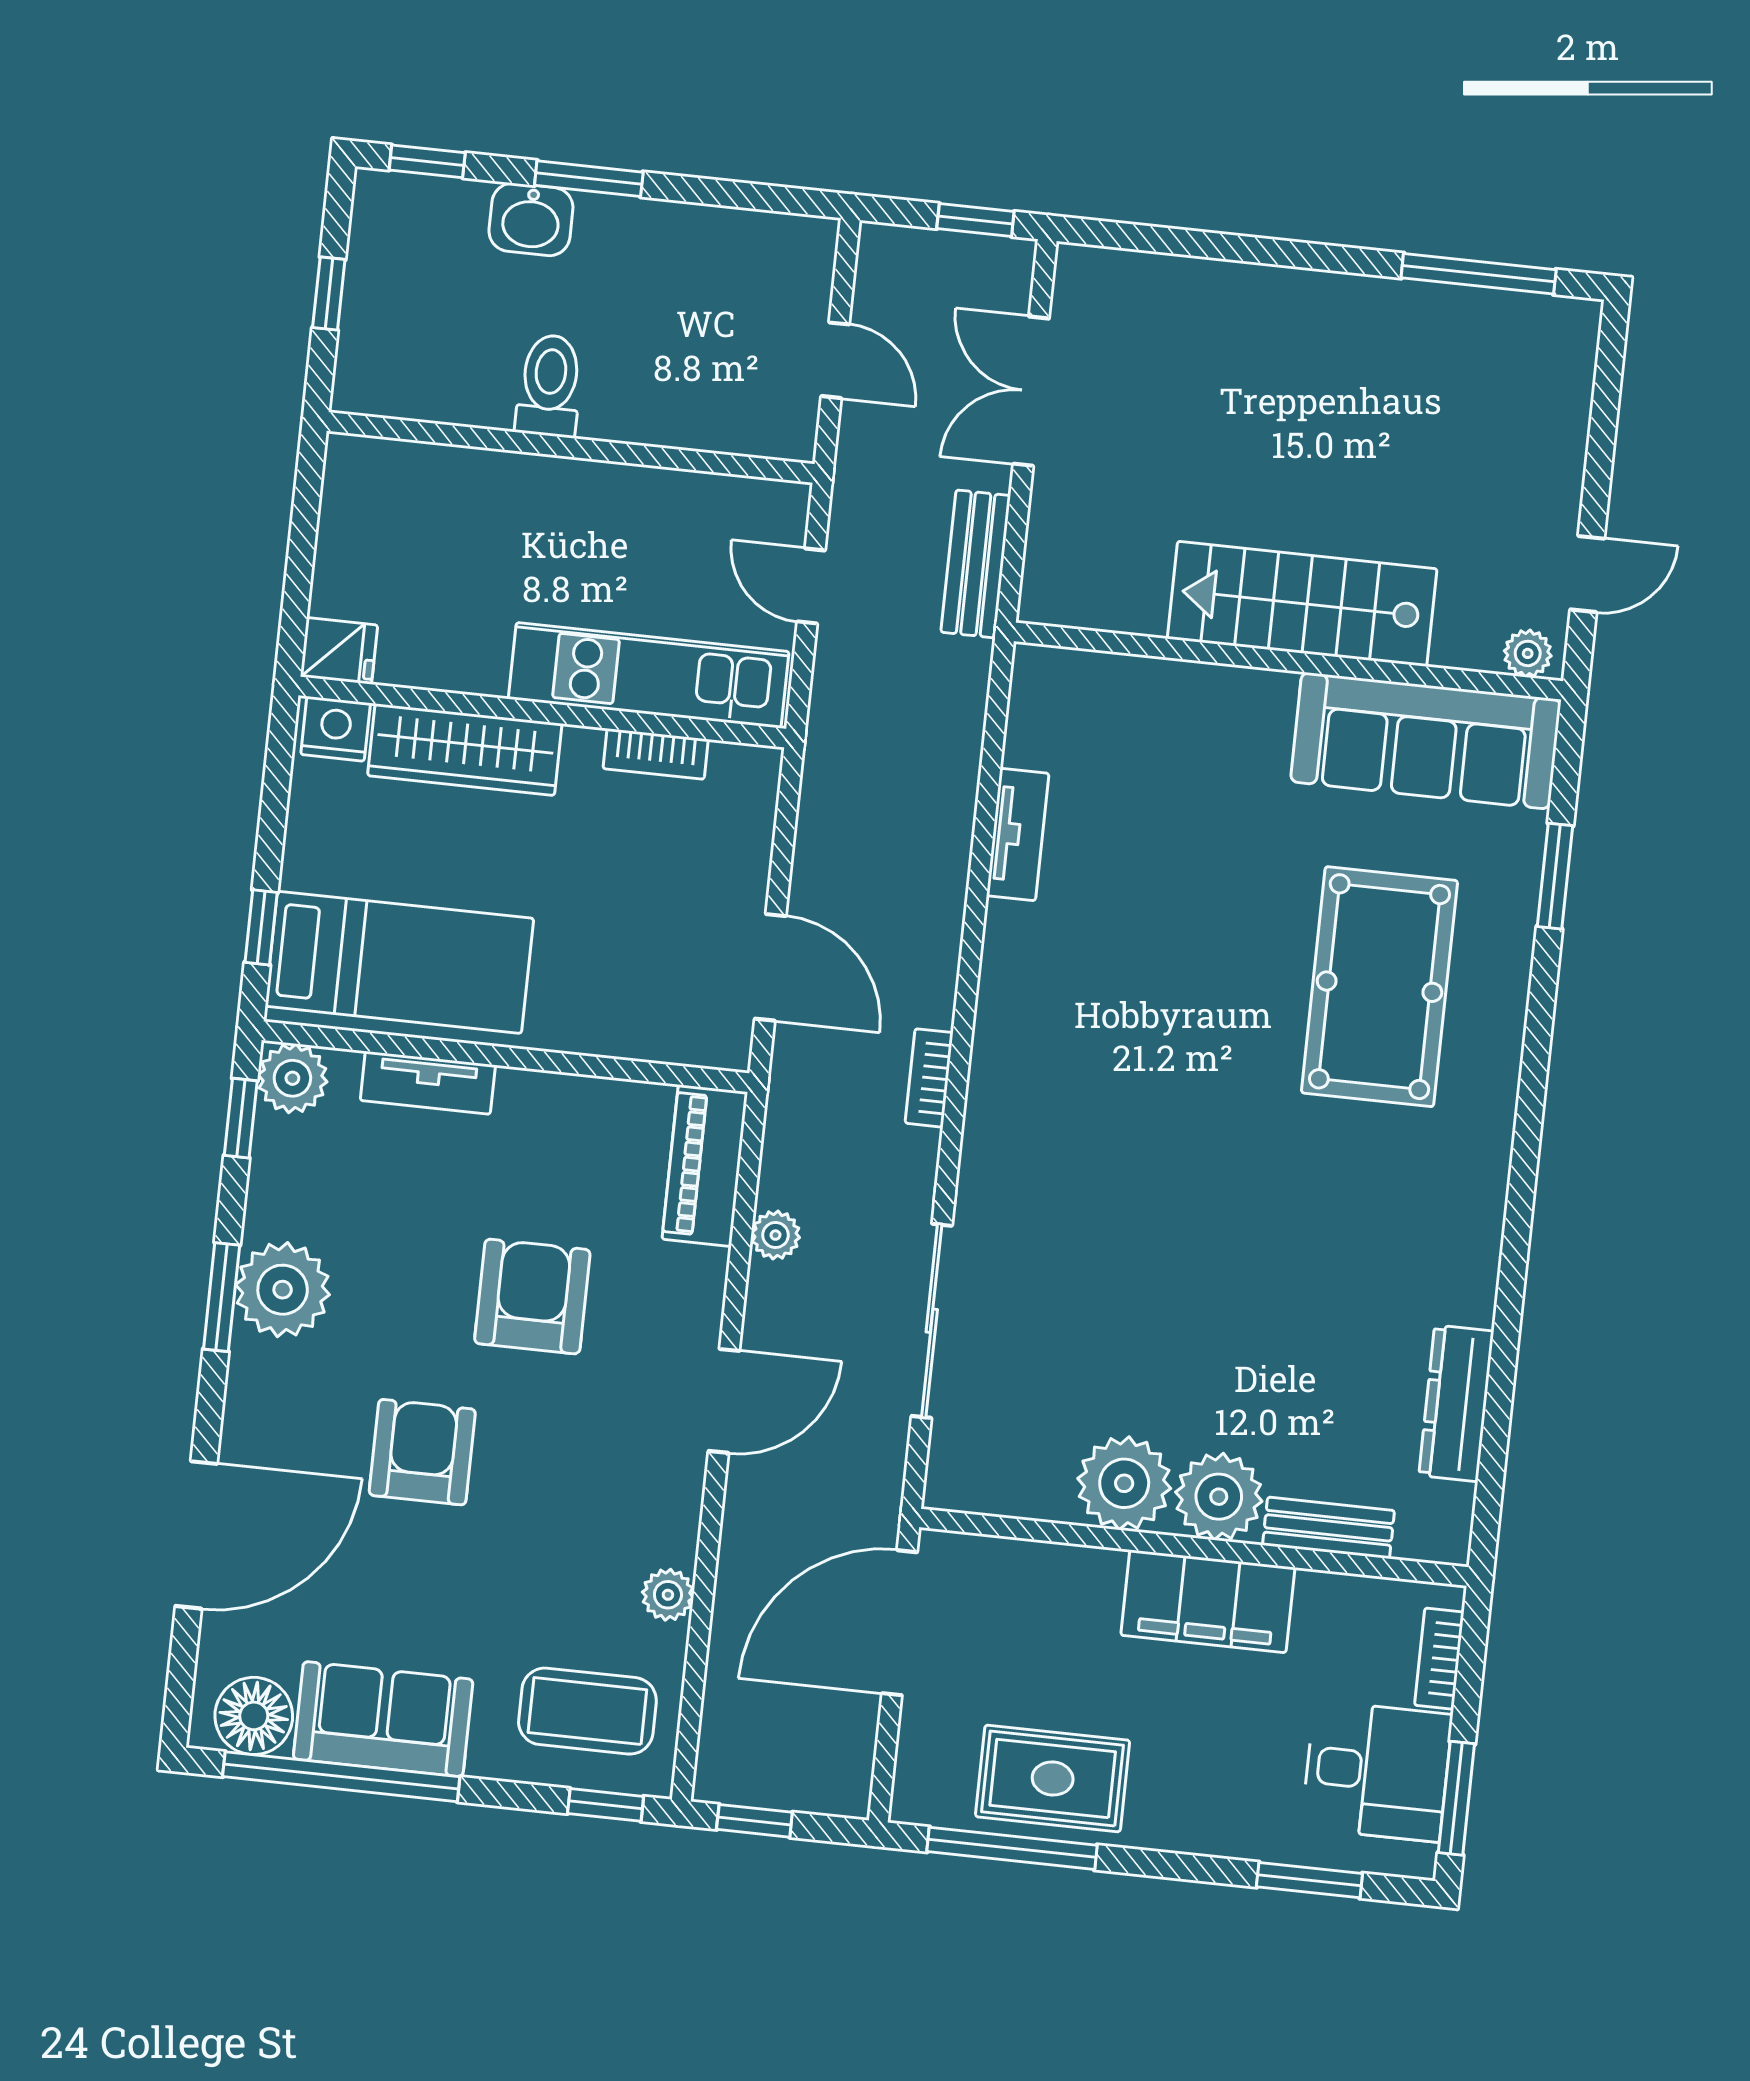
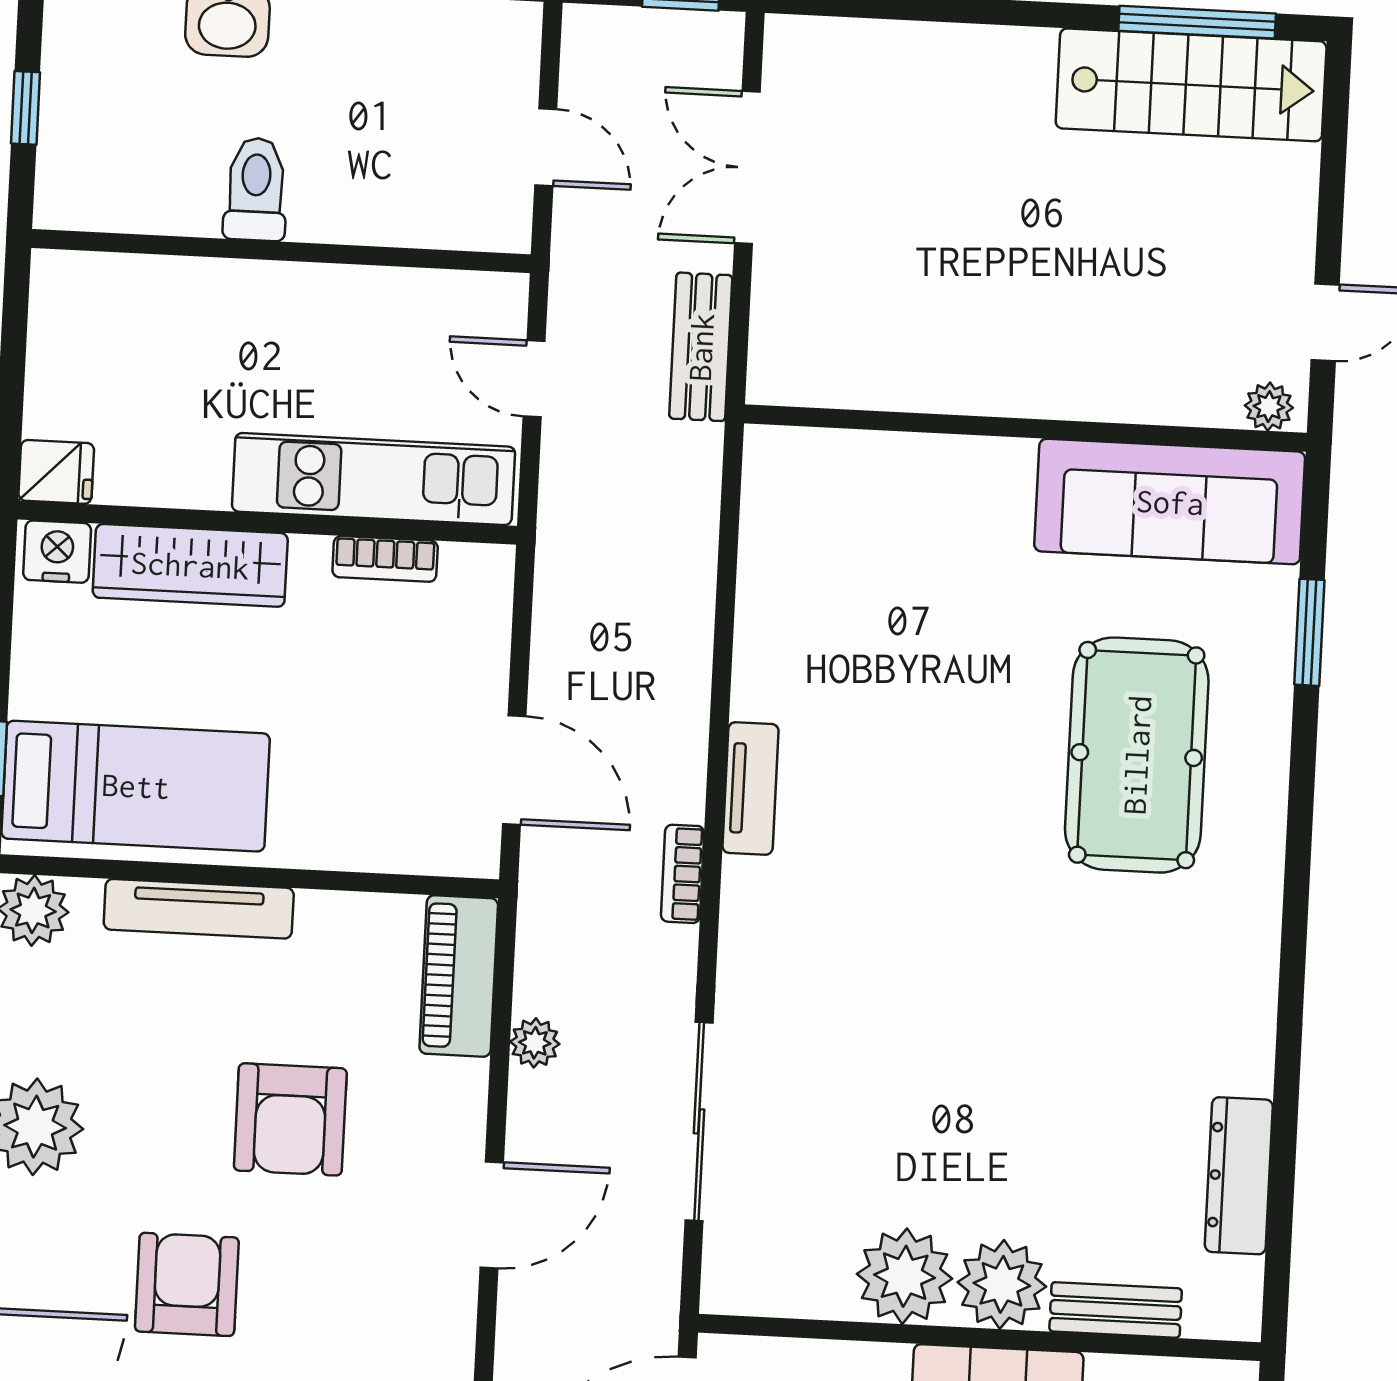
stairs: (1302, 604) -> (1191, 85), moved, turned 180
tv unit: (1018, 834) -> (750, 788), moved
tv unit: (428, 1083) -> (199, 909), width x1.41
armchair: (532, 1297) -> (290, 1119), turned 180

